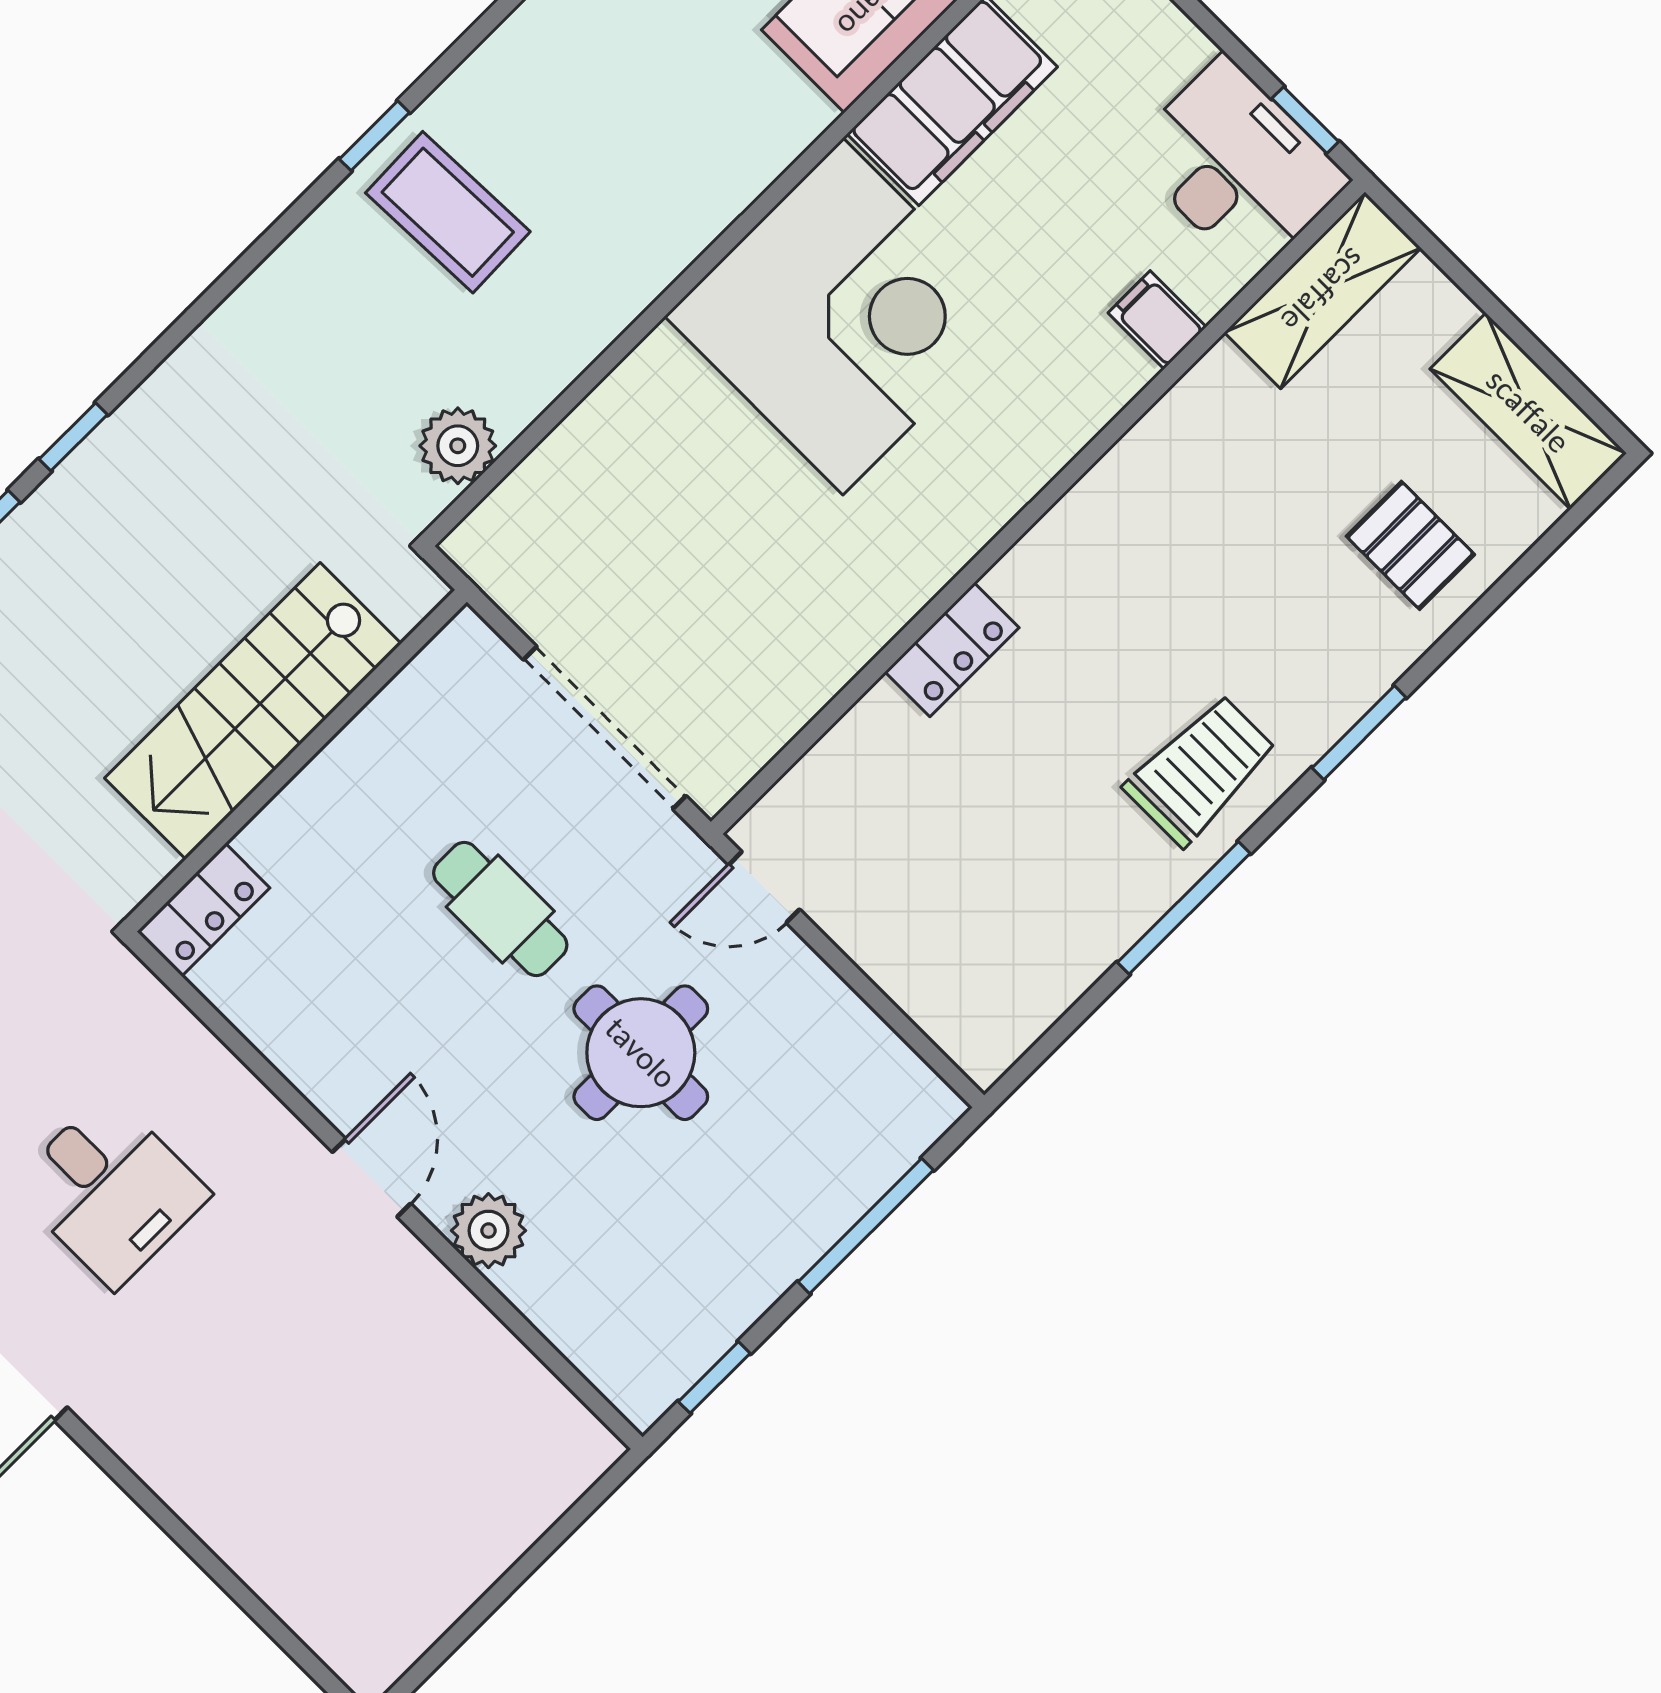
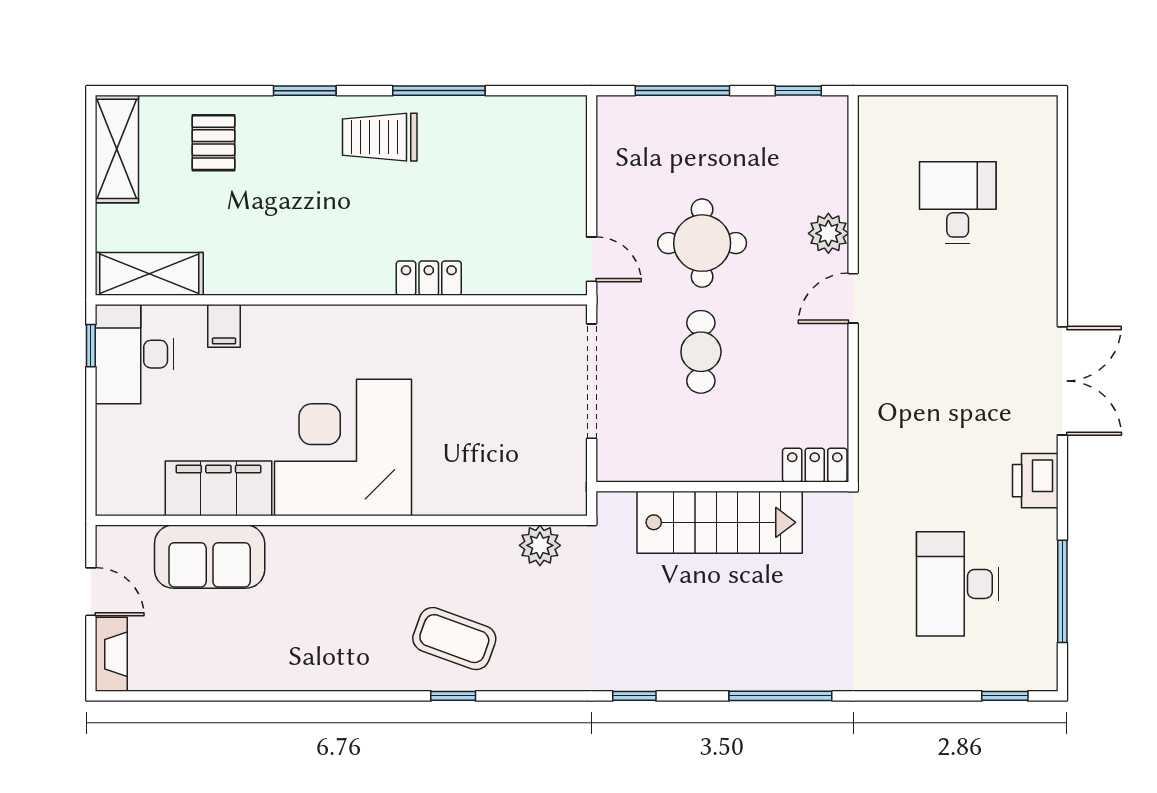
coffee table: (448, 212) -> (454, 639), turned -68
window: (73, 437) -> (634, 696), moved
desk: (111, 1190) -> (958, 203), moved

